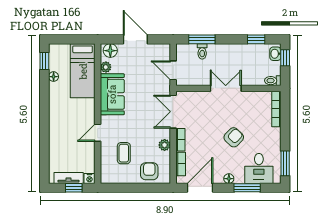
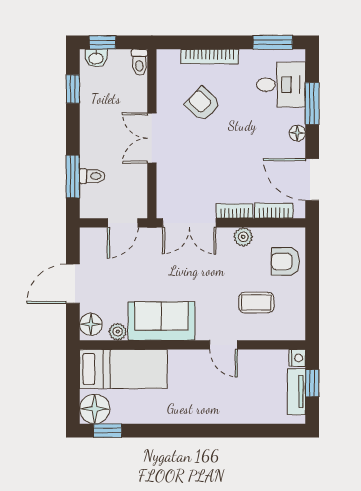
floor lamp: (54, 77) -> (95, 409), moved, width x1.89, depth x1.89
bookcase: (276, 109) -> (210, 56), moved
armchair: (234, 137) -> (203, 104), moved

